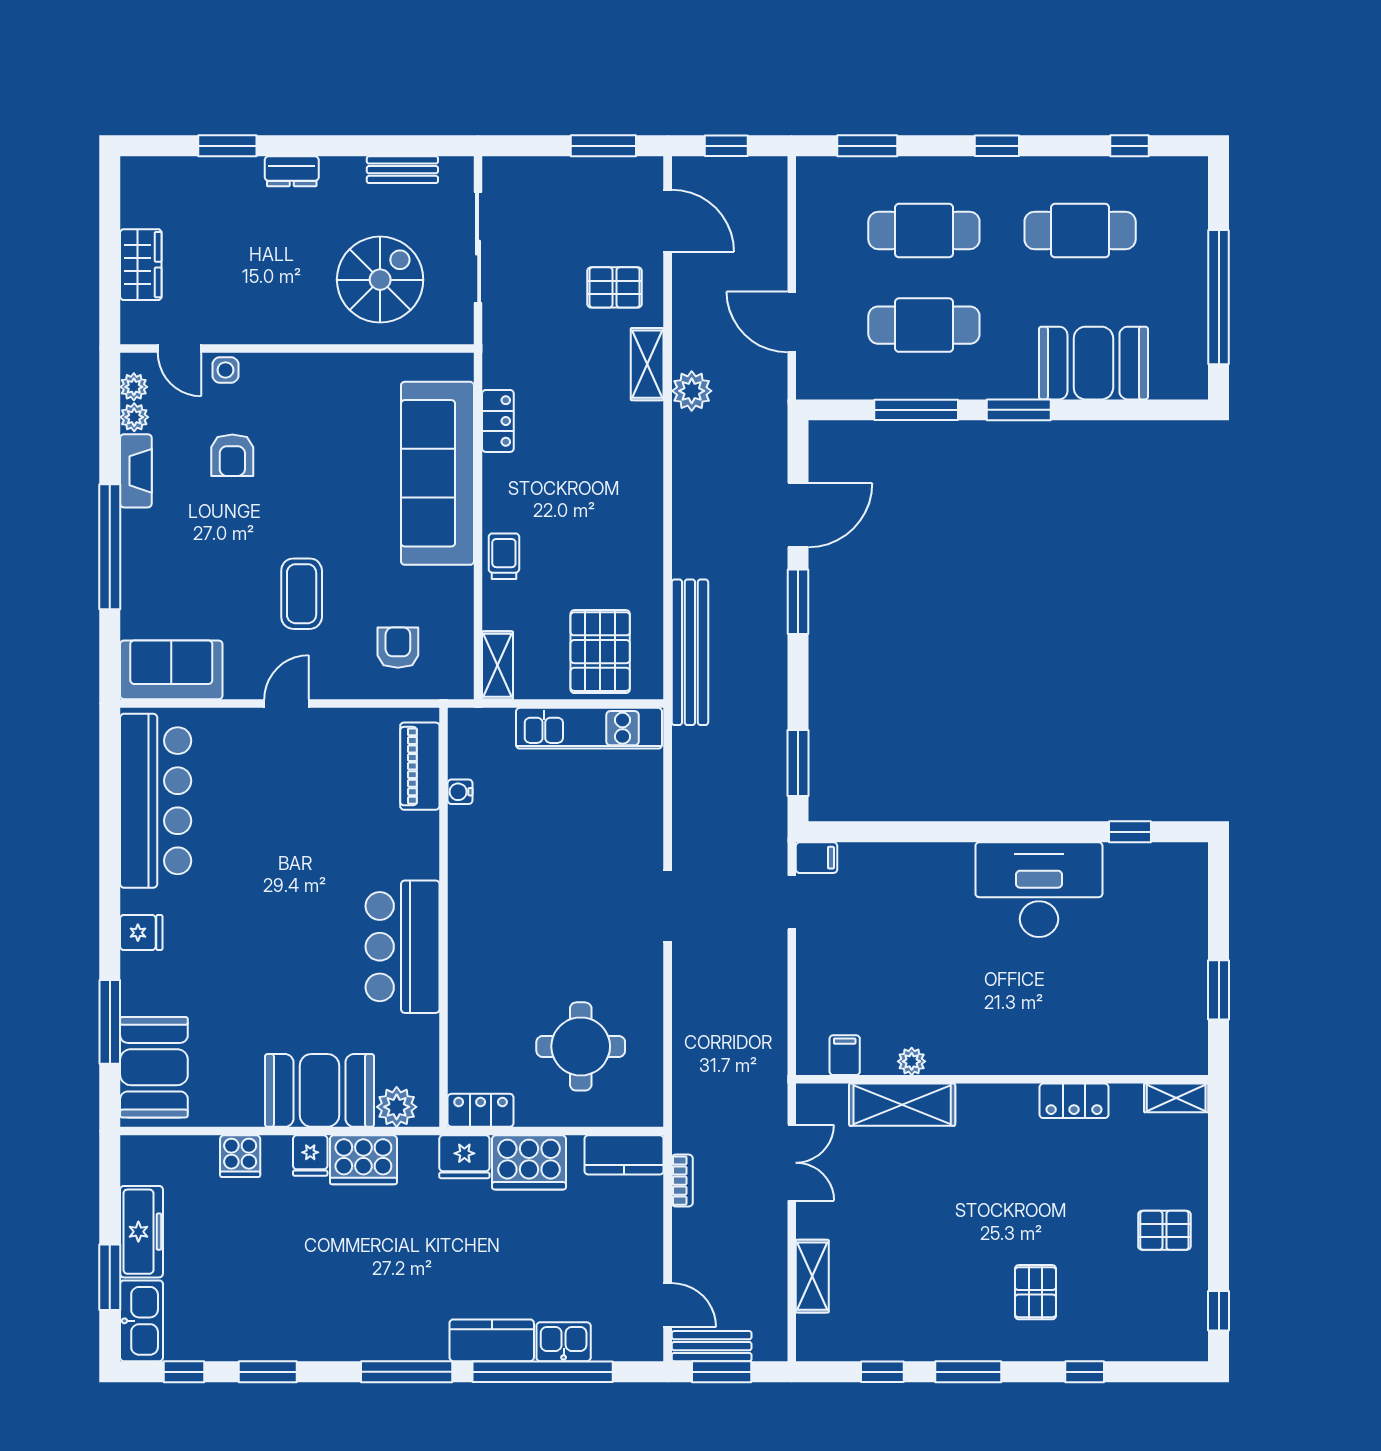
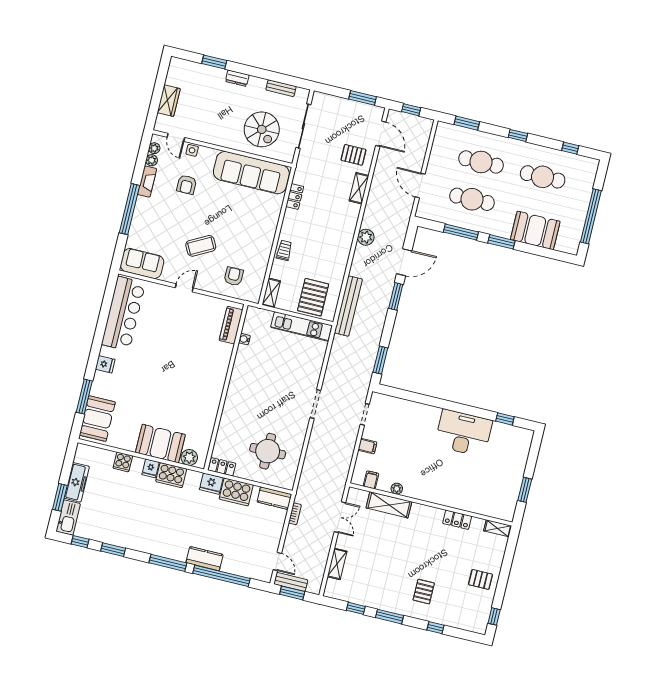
spiral stairs: (380, 280) -> (262, 129), turned 90
plant: (692, 391) -> (366, 237), moved
sofa: (437, 473) -> (251, 173), moved, turned -90
coffee table: (302, 594) -> (201, 246), turned 62
filing cabinet: (817, 858) -> (367, 446), moved
bar counter: (403, 947) -> (207, 395), removed
kitchen sink: (564, 1342) -> (233, 566), removed

